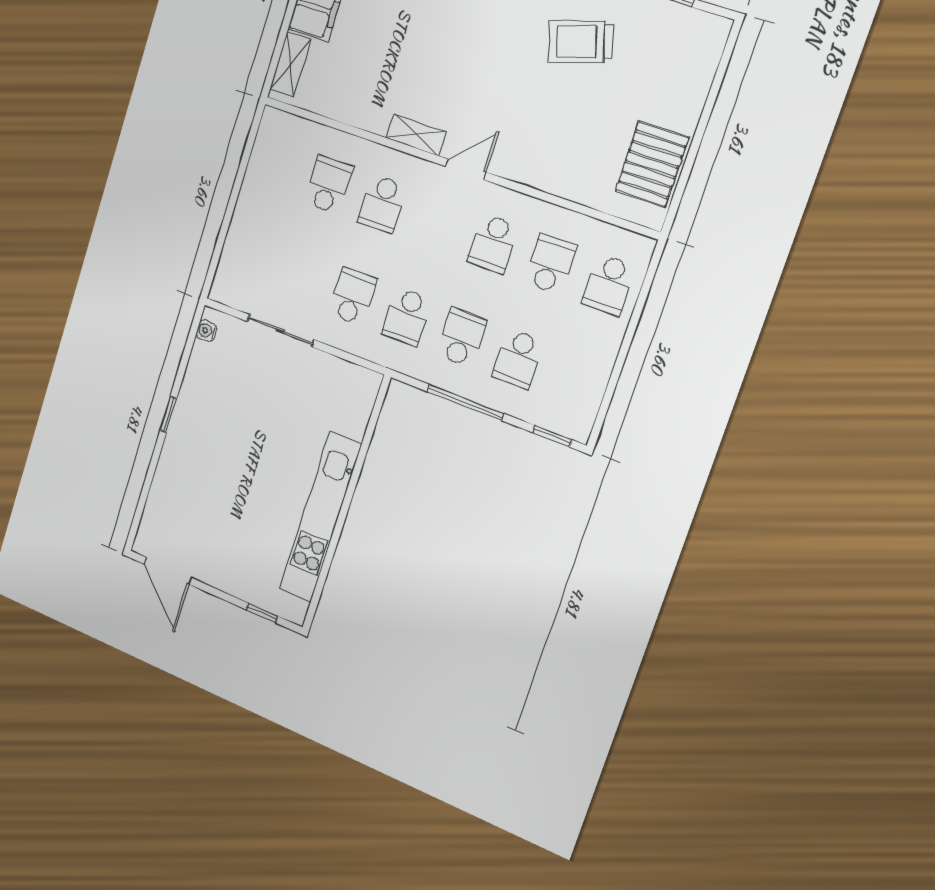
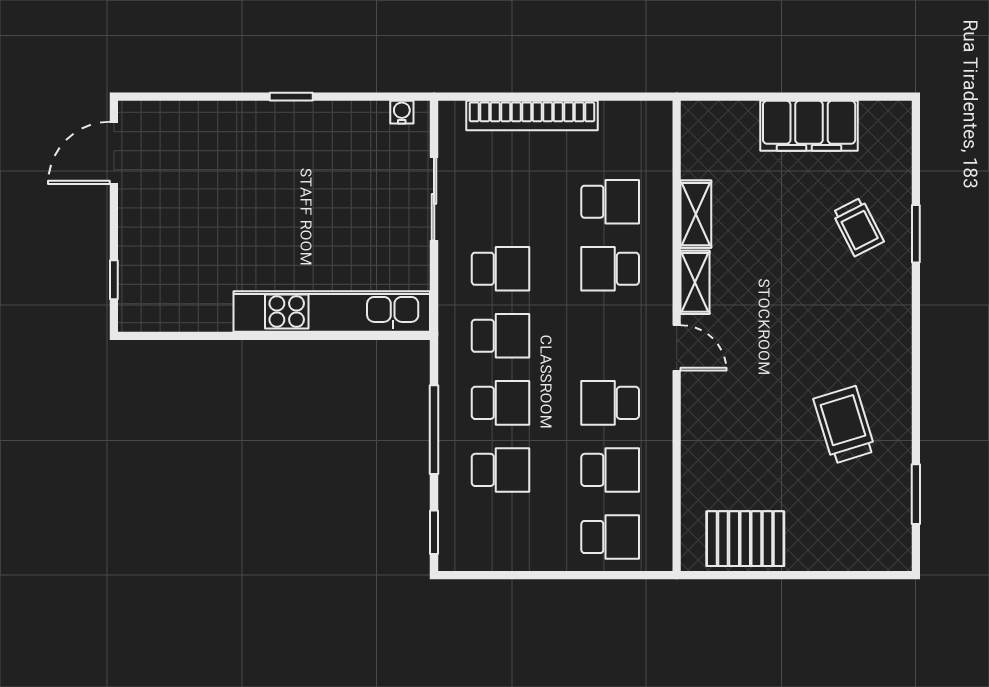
shelving: (290, 64) -> (696, 214), moved, turned 90
bookcase: (241, 226) -> (532, 115), added
school desk: (609, 285) -> (610, 537), turned 180
school desk: (407, 317) -> (501, 336), turned 180
school desk: (518, 359) -> (501, 470), turned 180
kitchen unit: (320, 517) -> (332, 311), moved

